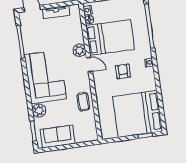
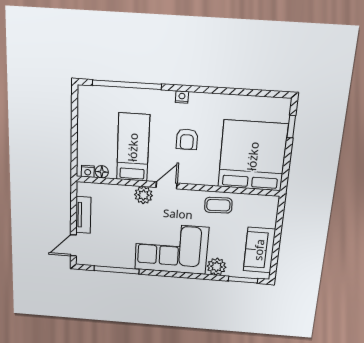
bed: (110, 37) -> (133, 147), width x0.67
armchair: (123, 71) -> (187, 139), turned -90
bed: (137, 114) -> (253, 156), moved, turned 180

